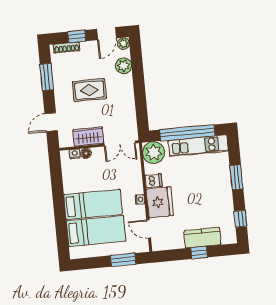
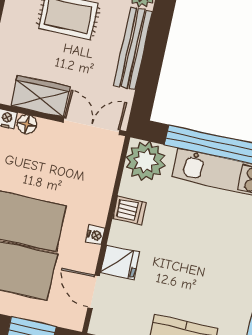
bench: (128, 96) -> (133, 48), added
double door: (120, 143) -> (92, 126), swing flipped
fridge: (160, 202) -> (120, 262), width x0.53, depth x0.75

